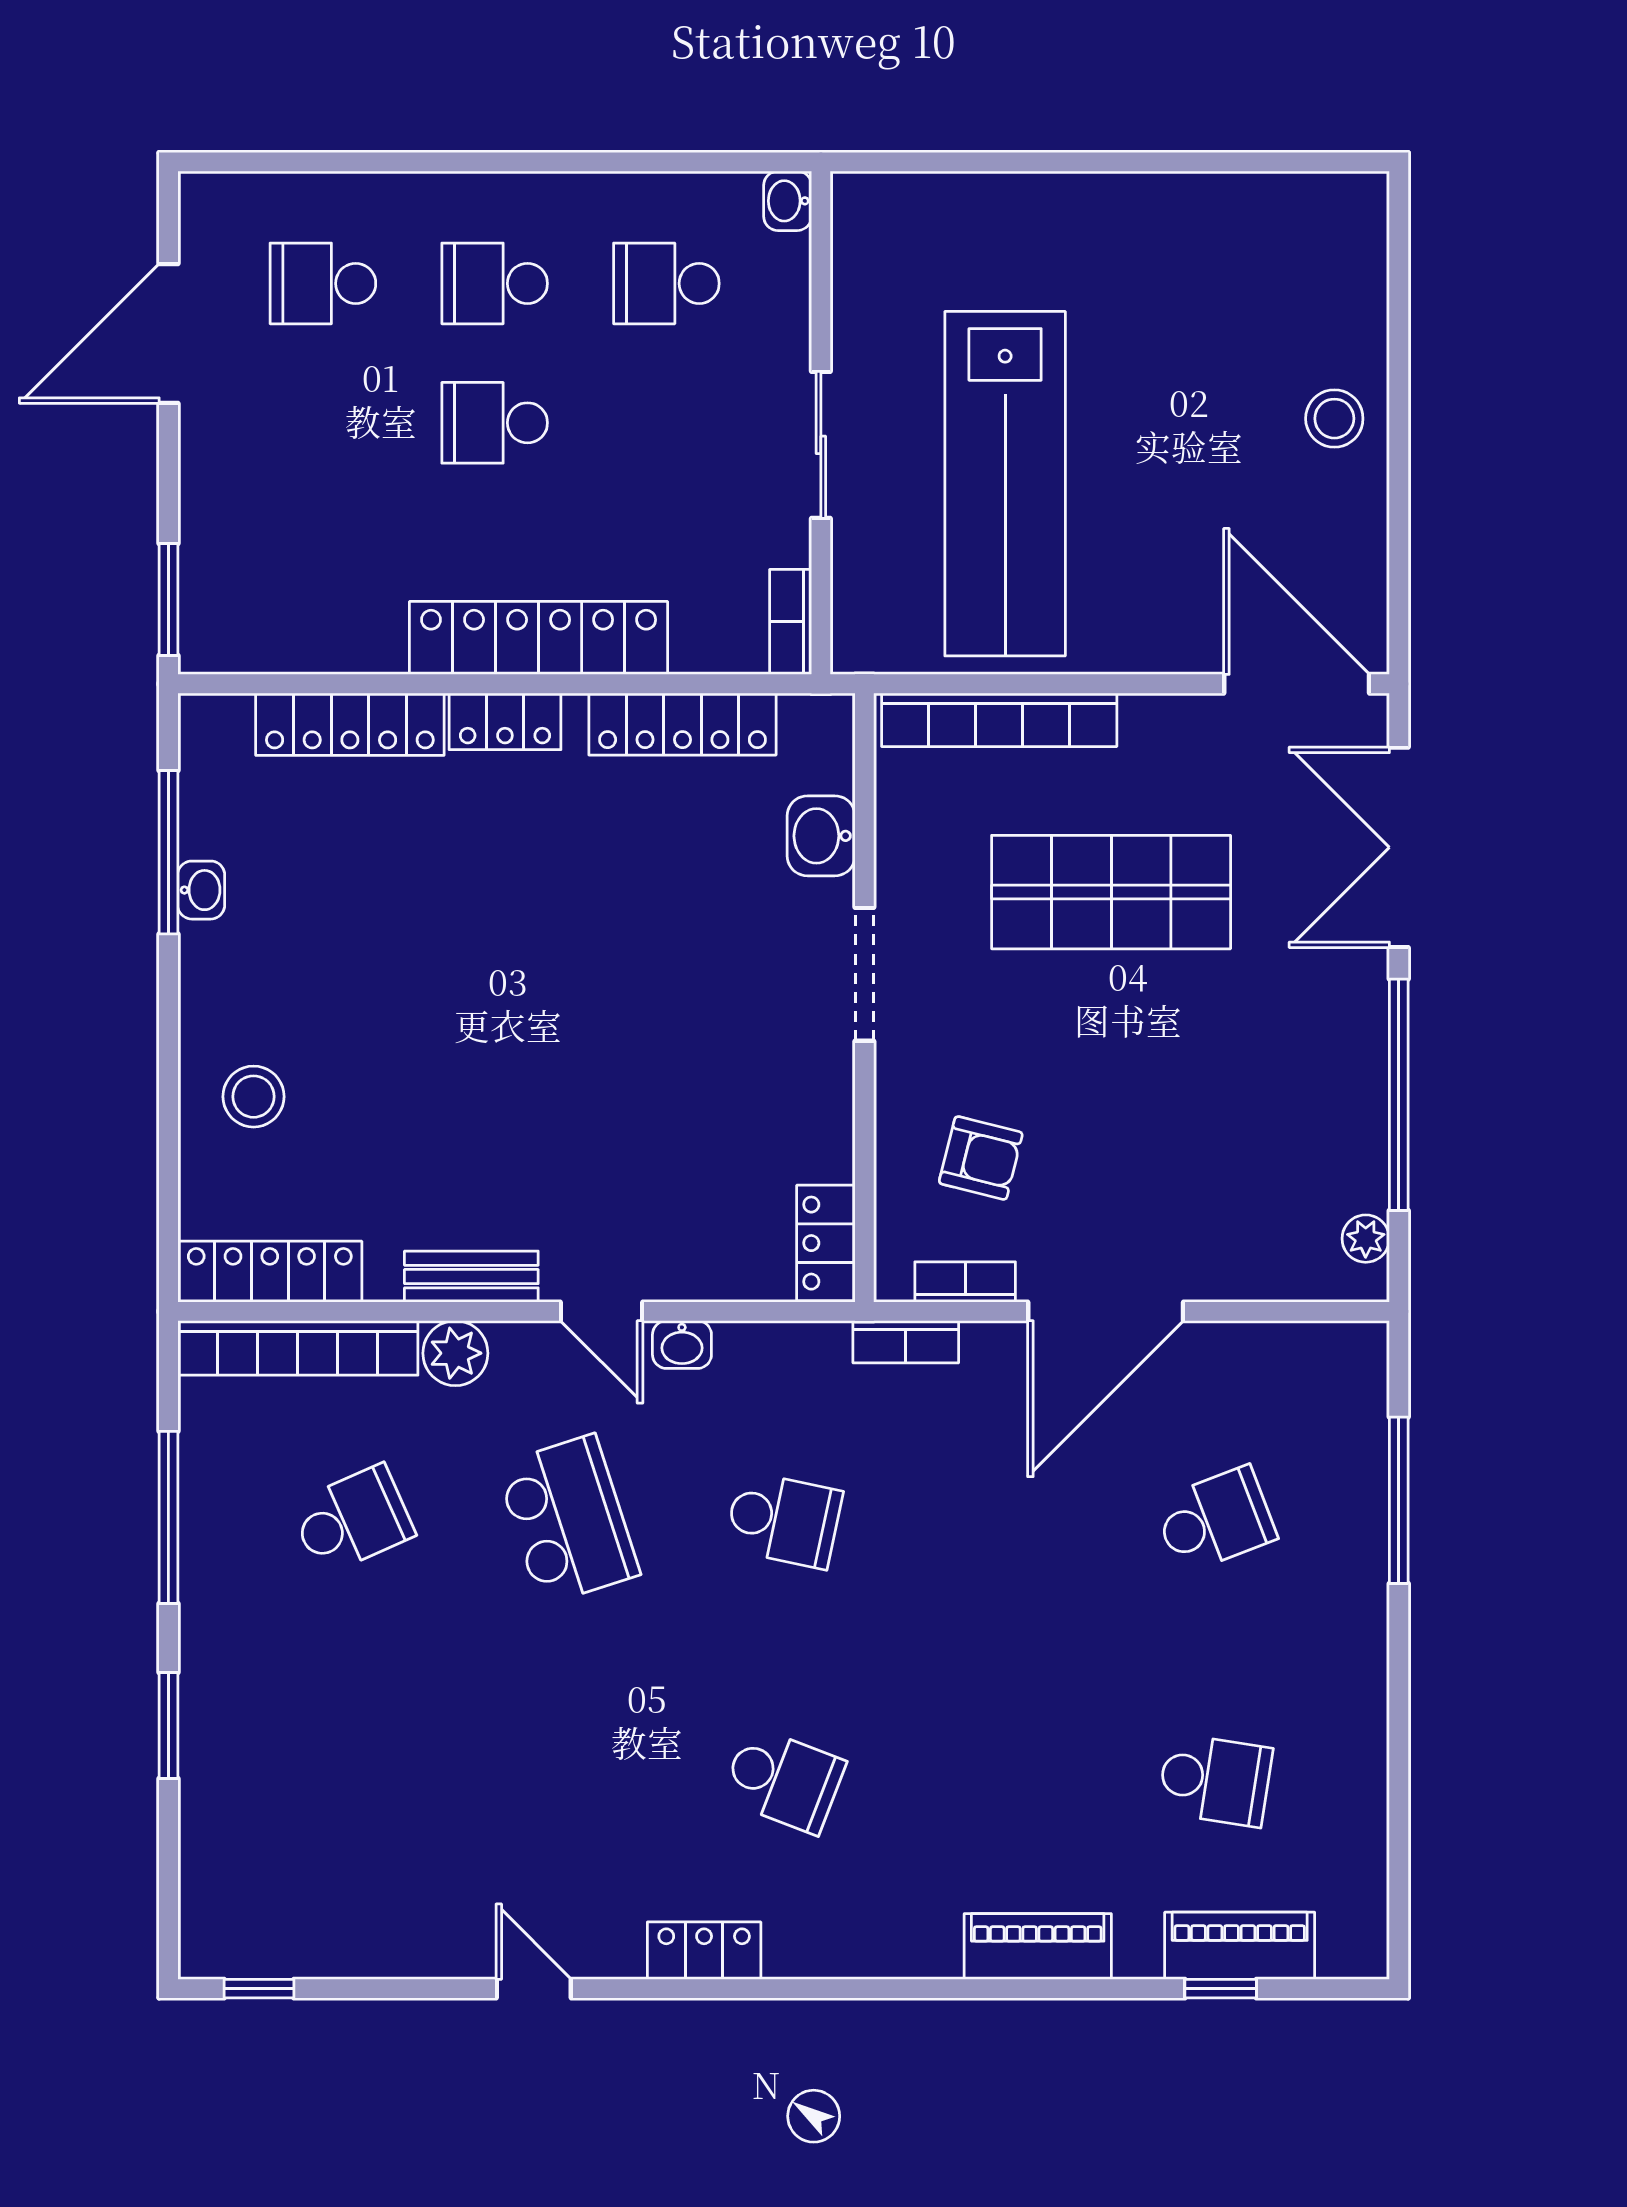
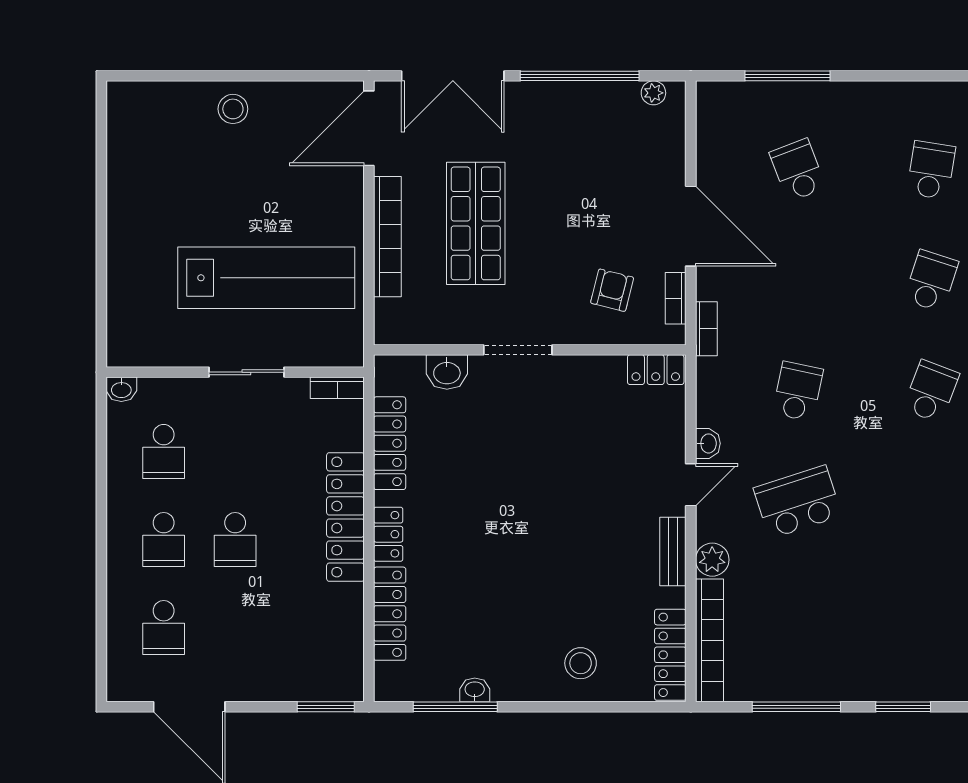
bookcase: (999, 720) -> (387, 237), moved
school desk: (352, 1520) -> (931, 281), moved, turned 42

